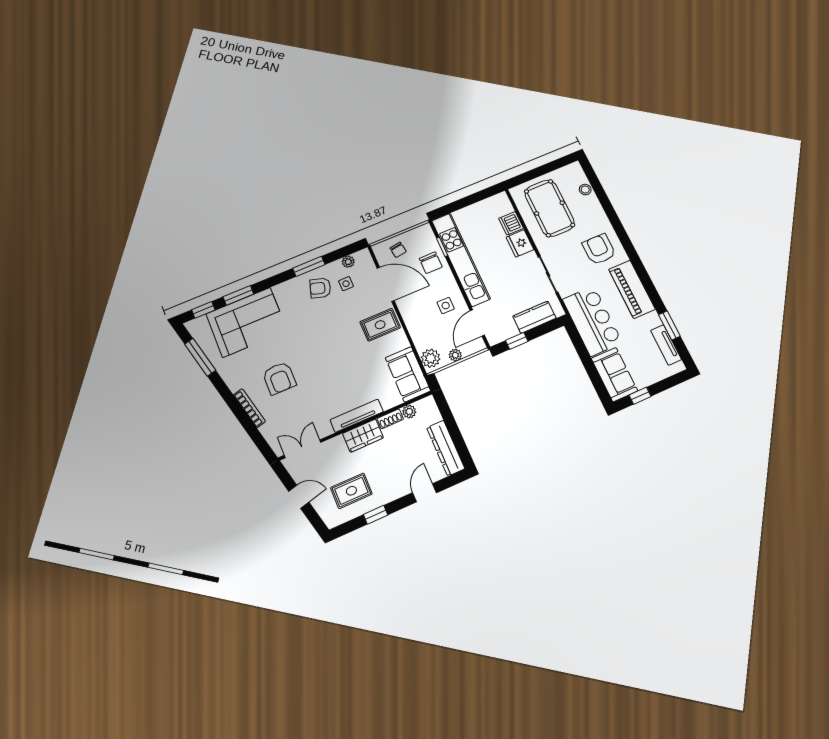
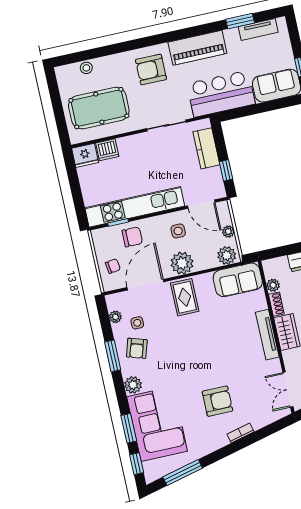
fridge: (520, 243) -> (85, 155), moved
plant: (283, 291) -> (133, 385), added
plant: (414, 315) -> (182, 263), added
bookcase: (249, 408) -> (240, 433), width x0.64

